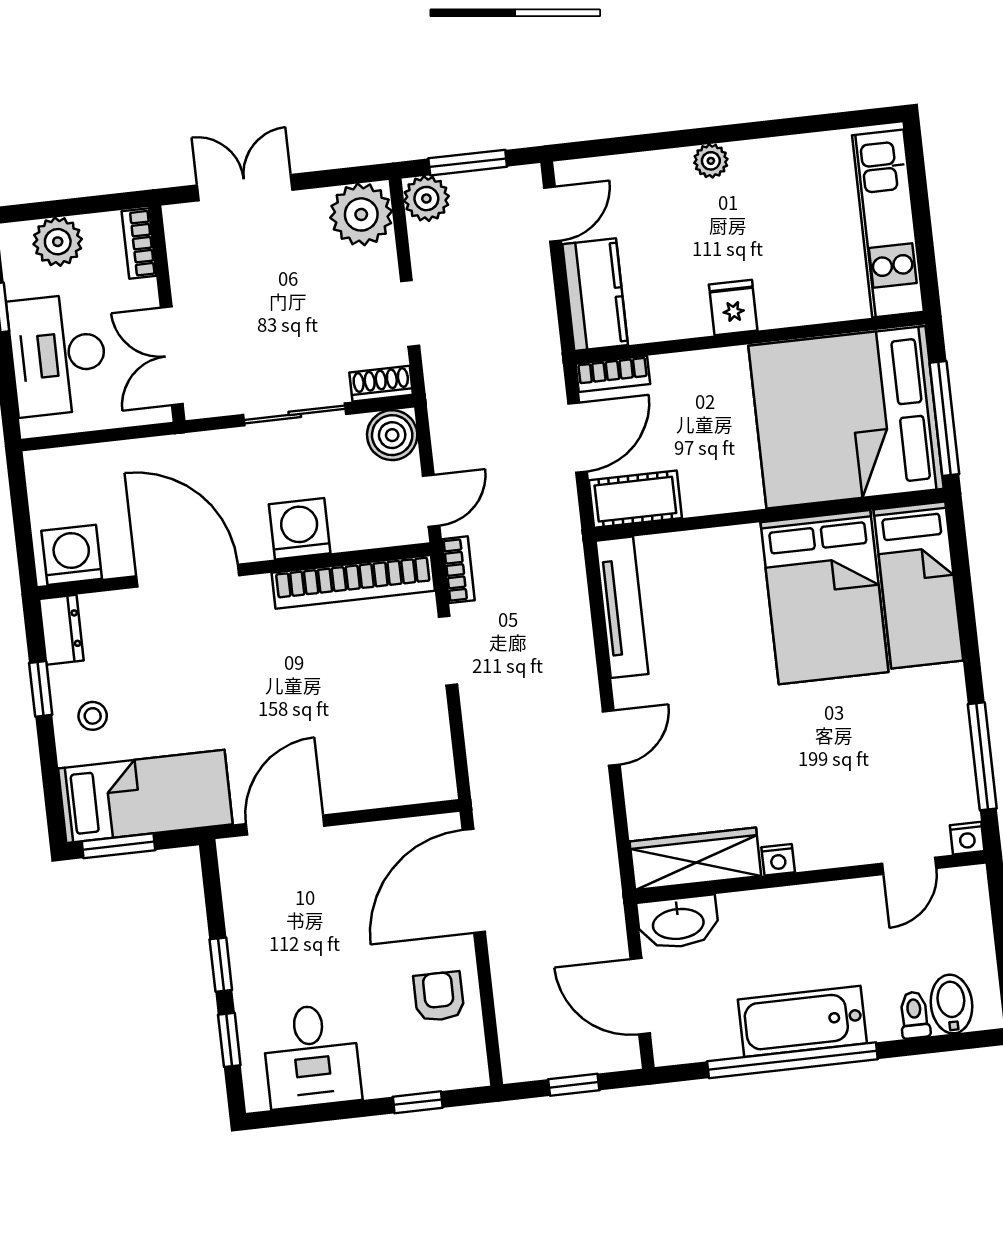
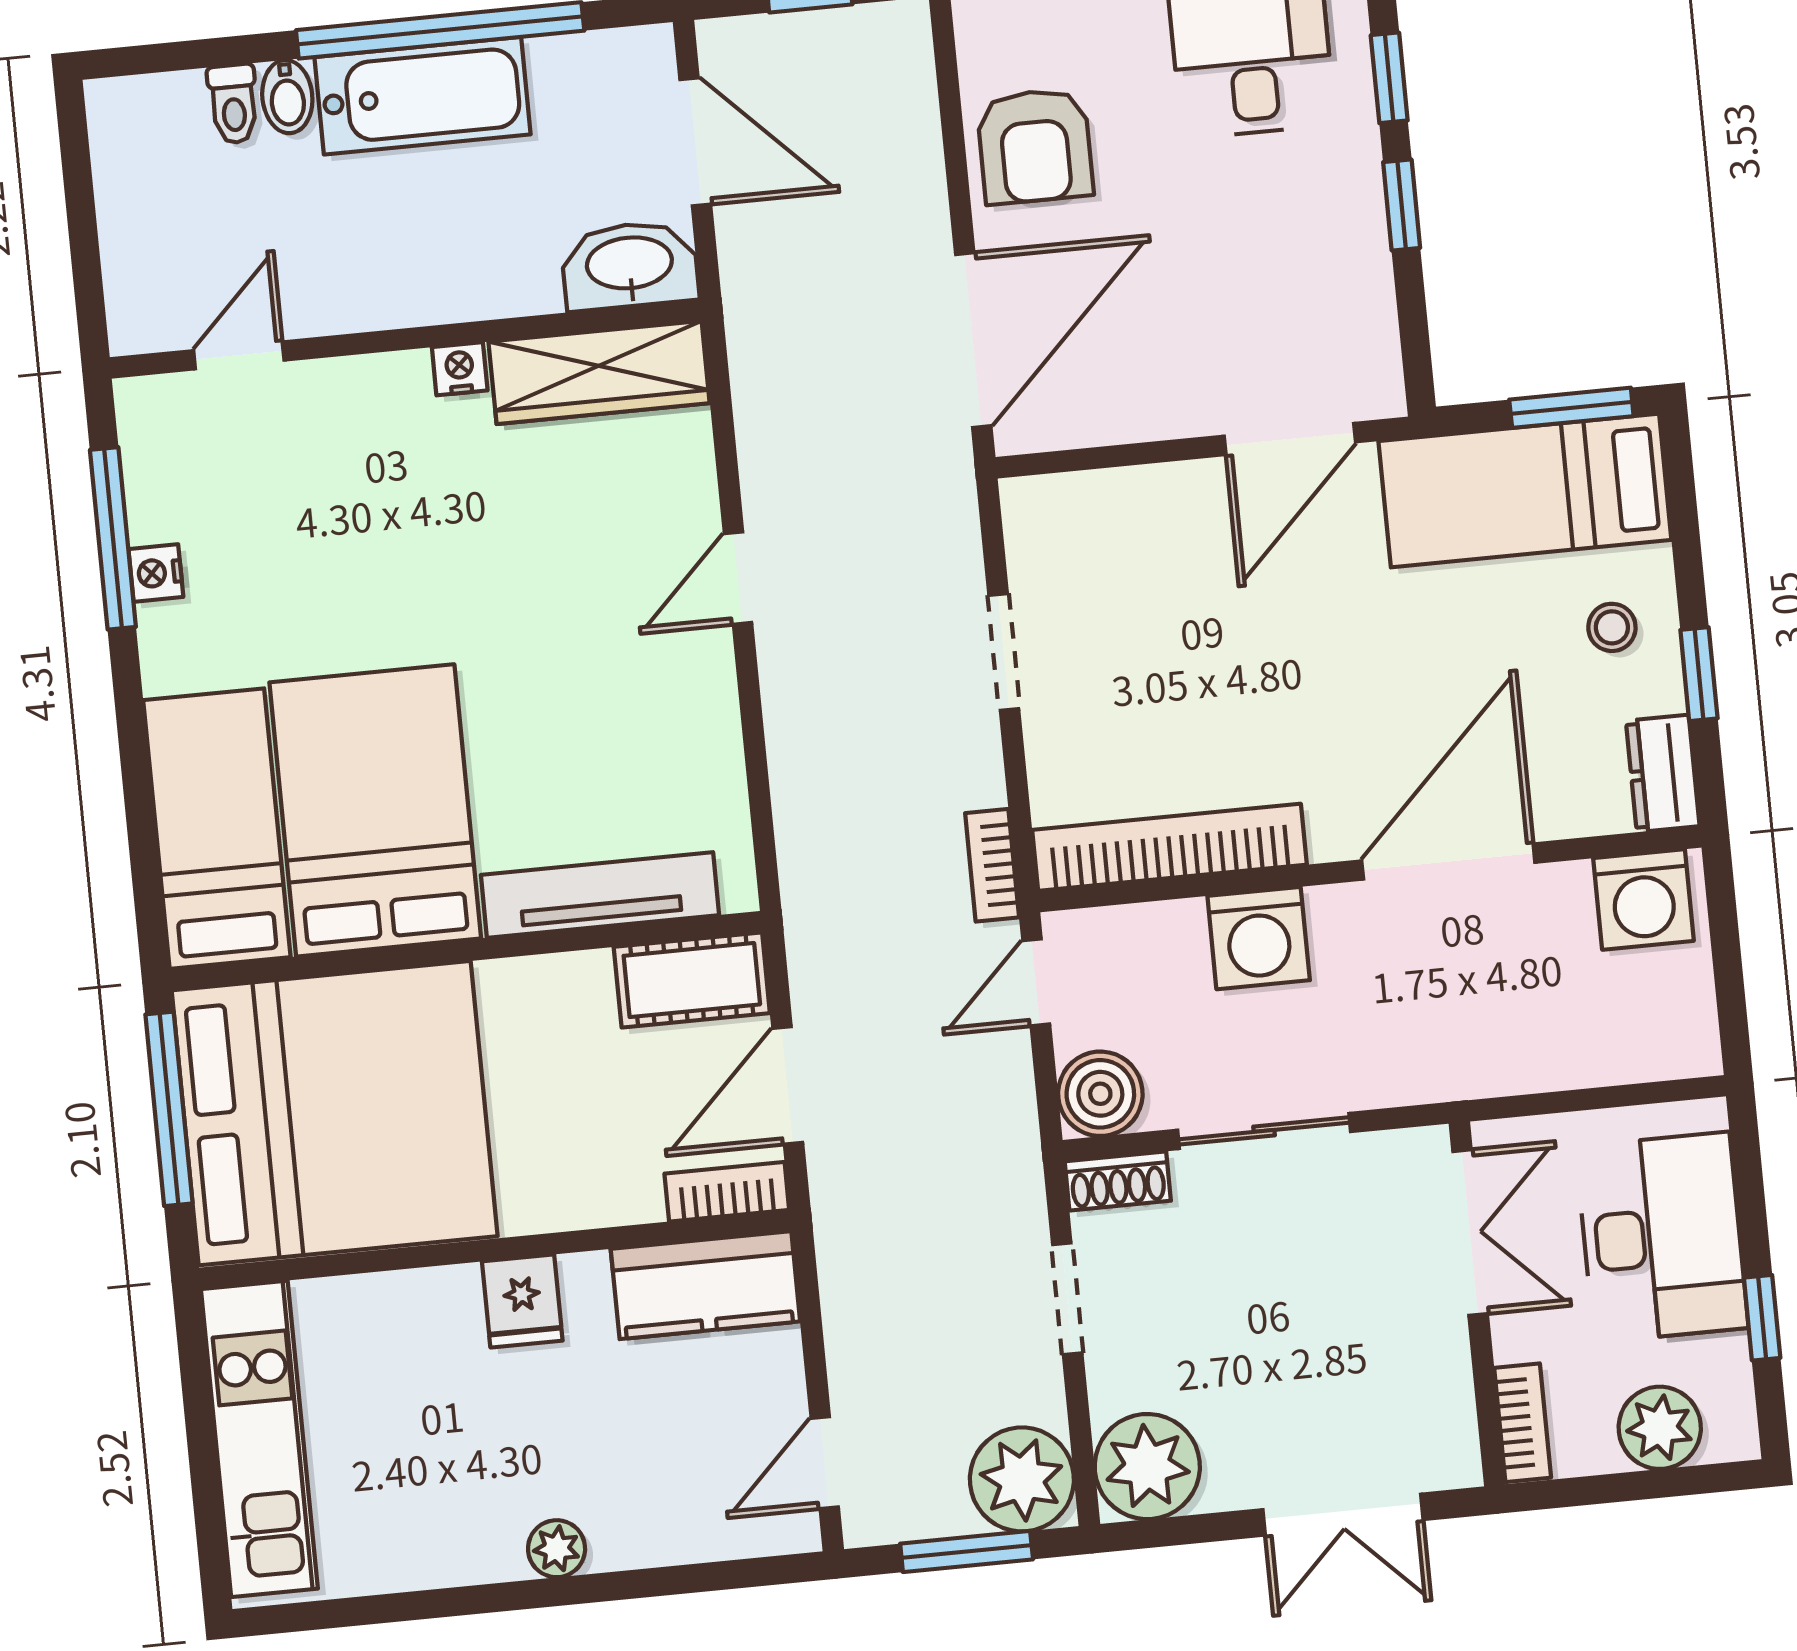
plant: (426, 199) -> (1022, 1479), width x1.36, depth x1.36
kitchen counter: (595, 295) -> (705, 1285), moved, turned -90
door: (188, 576) -> (1448, 862), swing flipped
tv unit: (622, 607) -> (600, 895), moved, turned 90
doorway: (448, 651) -> (1004, 652), moved
nightstand: (967, 838) -> (156, 573), moved, turned -90
armchair: (439, 997) -> (1035, 146), width x1.38, depth x1.38
bidet: (951, 1004) -> (287, 97), moved, width x0.72, depth x0.74

